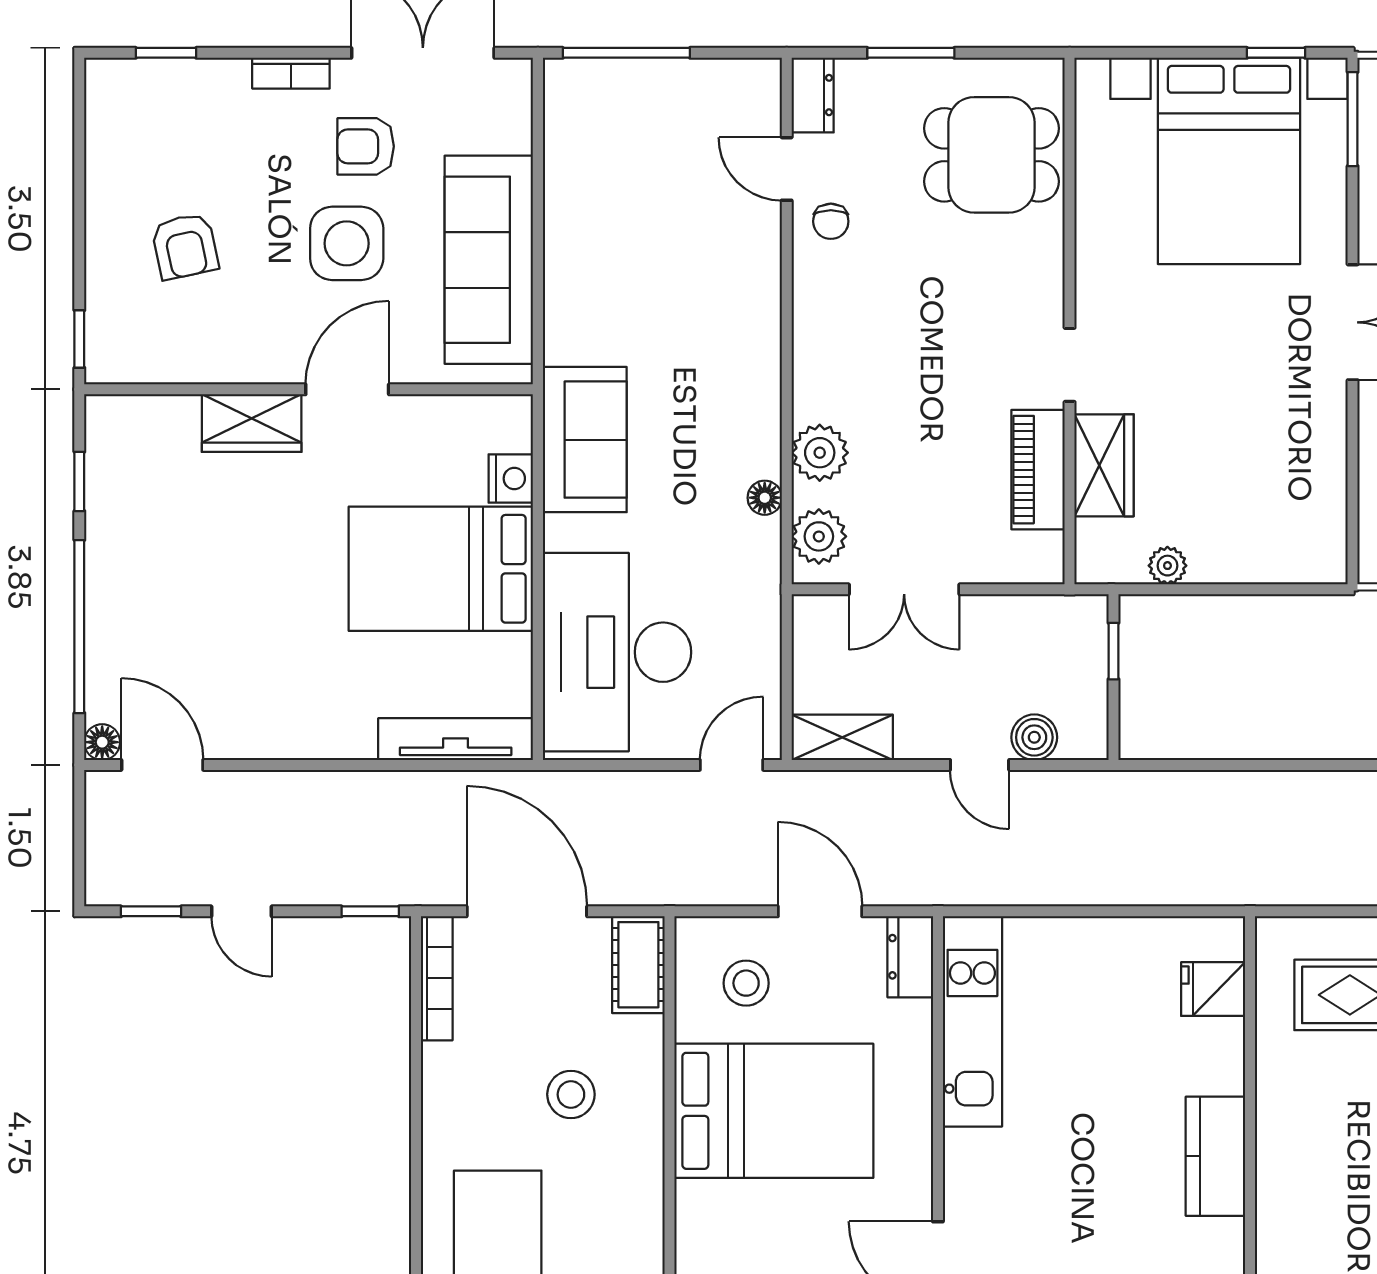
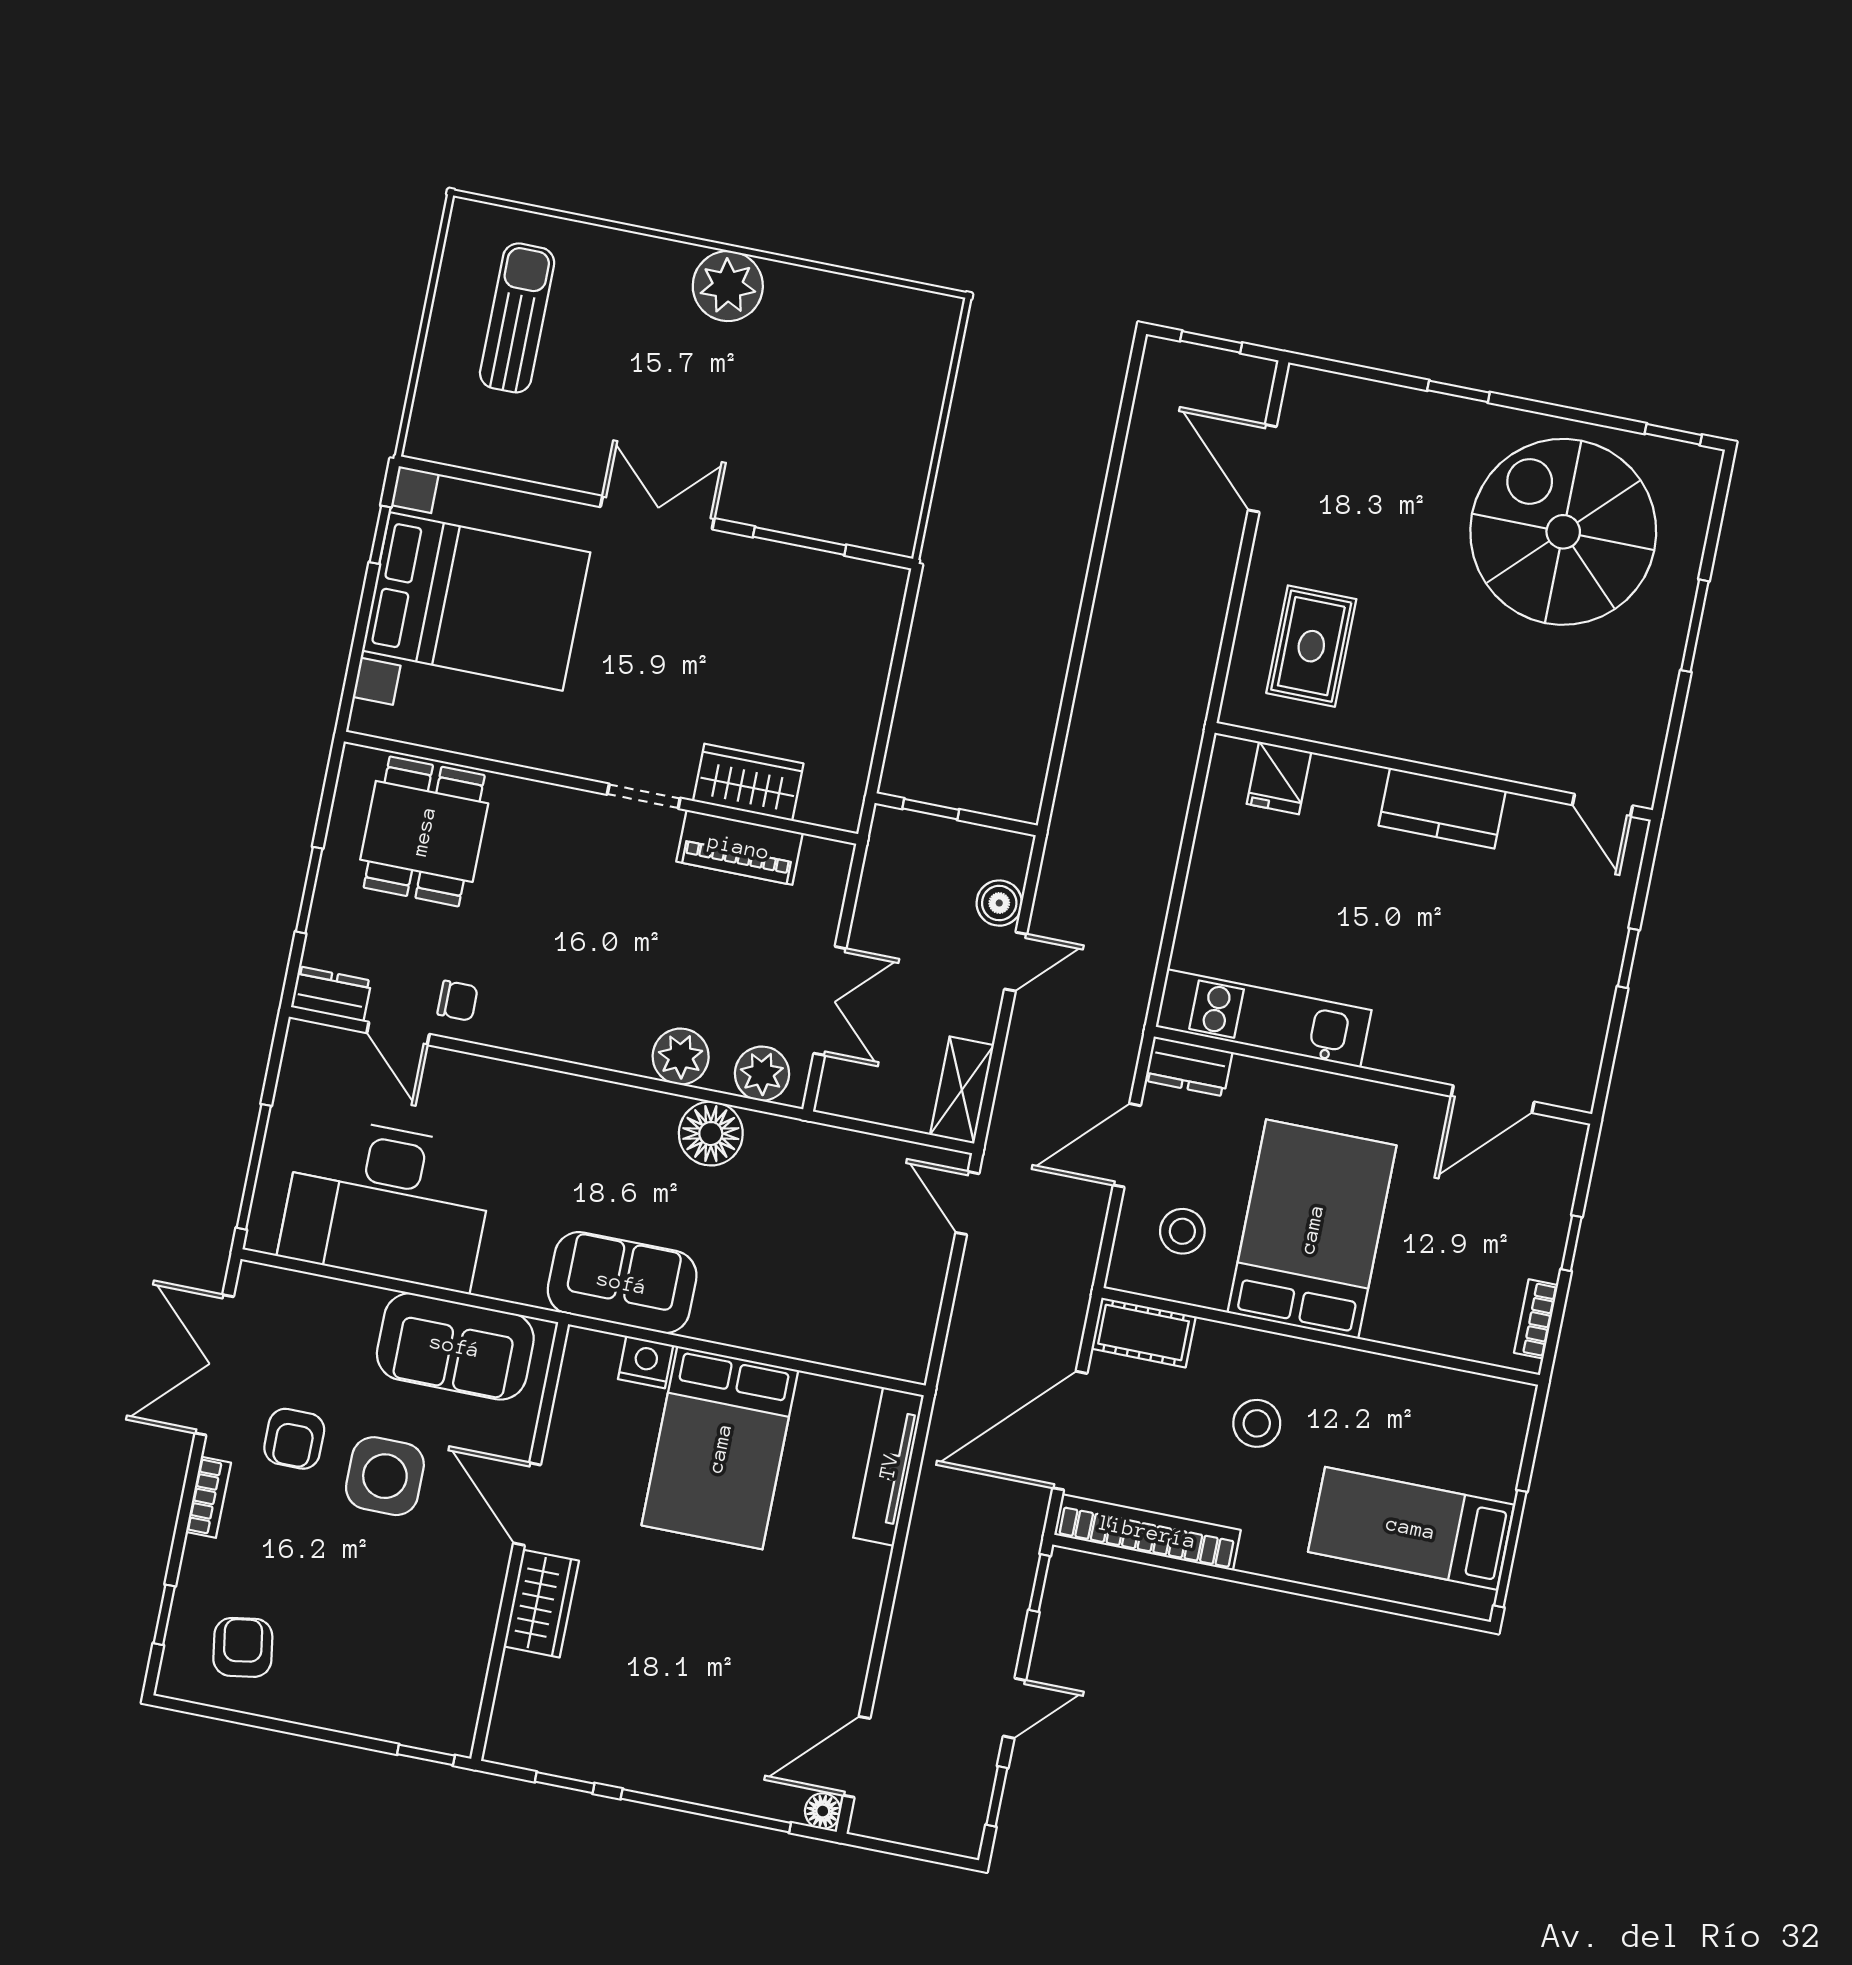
window: (1353, 119) -> (800, 541), moved
door: (787, 169) -> (398, 1033), hinge flipped
armchair: (185, 246) -> (243, 1647), moved, turned -87
sofa: (489, 260) -> (455, 1346), width x0.73
floor lamp: (765, 498) -> (711, 1134), width x1.89, depth x1.89
plant: (1167, 566) -> (858, 740), removed
desk: (617, 652) -> (387, 1203), moved
bookcase: (437, 978) -> (1147, 1532), width x1.48, depth x1.31

